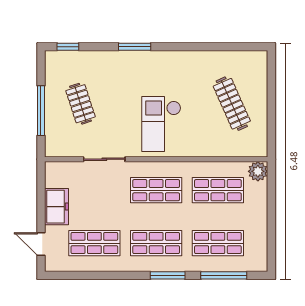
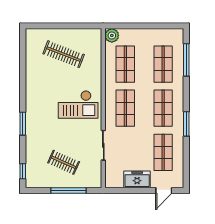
clothes rail: (80, 104) -> (64, 162), turned 42
clothes rail: (232, 104) -> (64, 54), turned 45
window: (168, 275) -> (186, 124), moved

